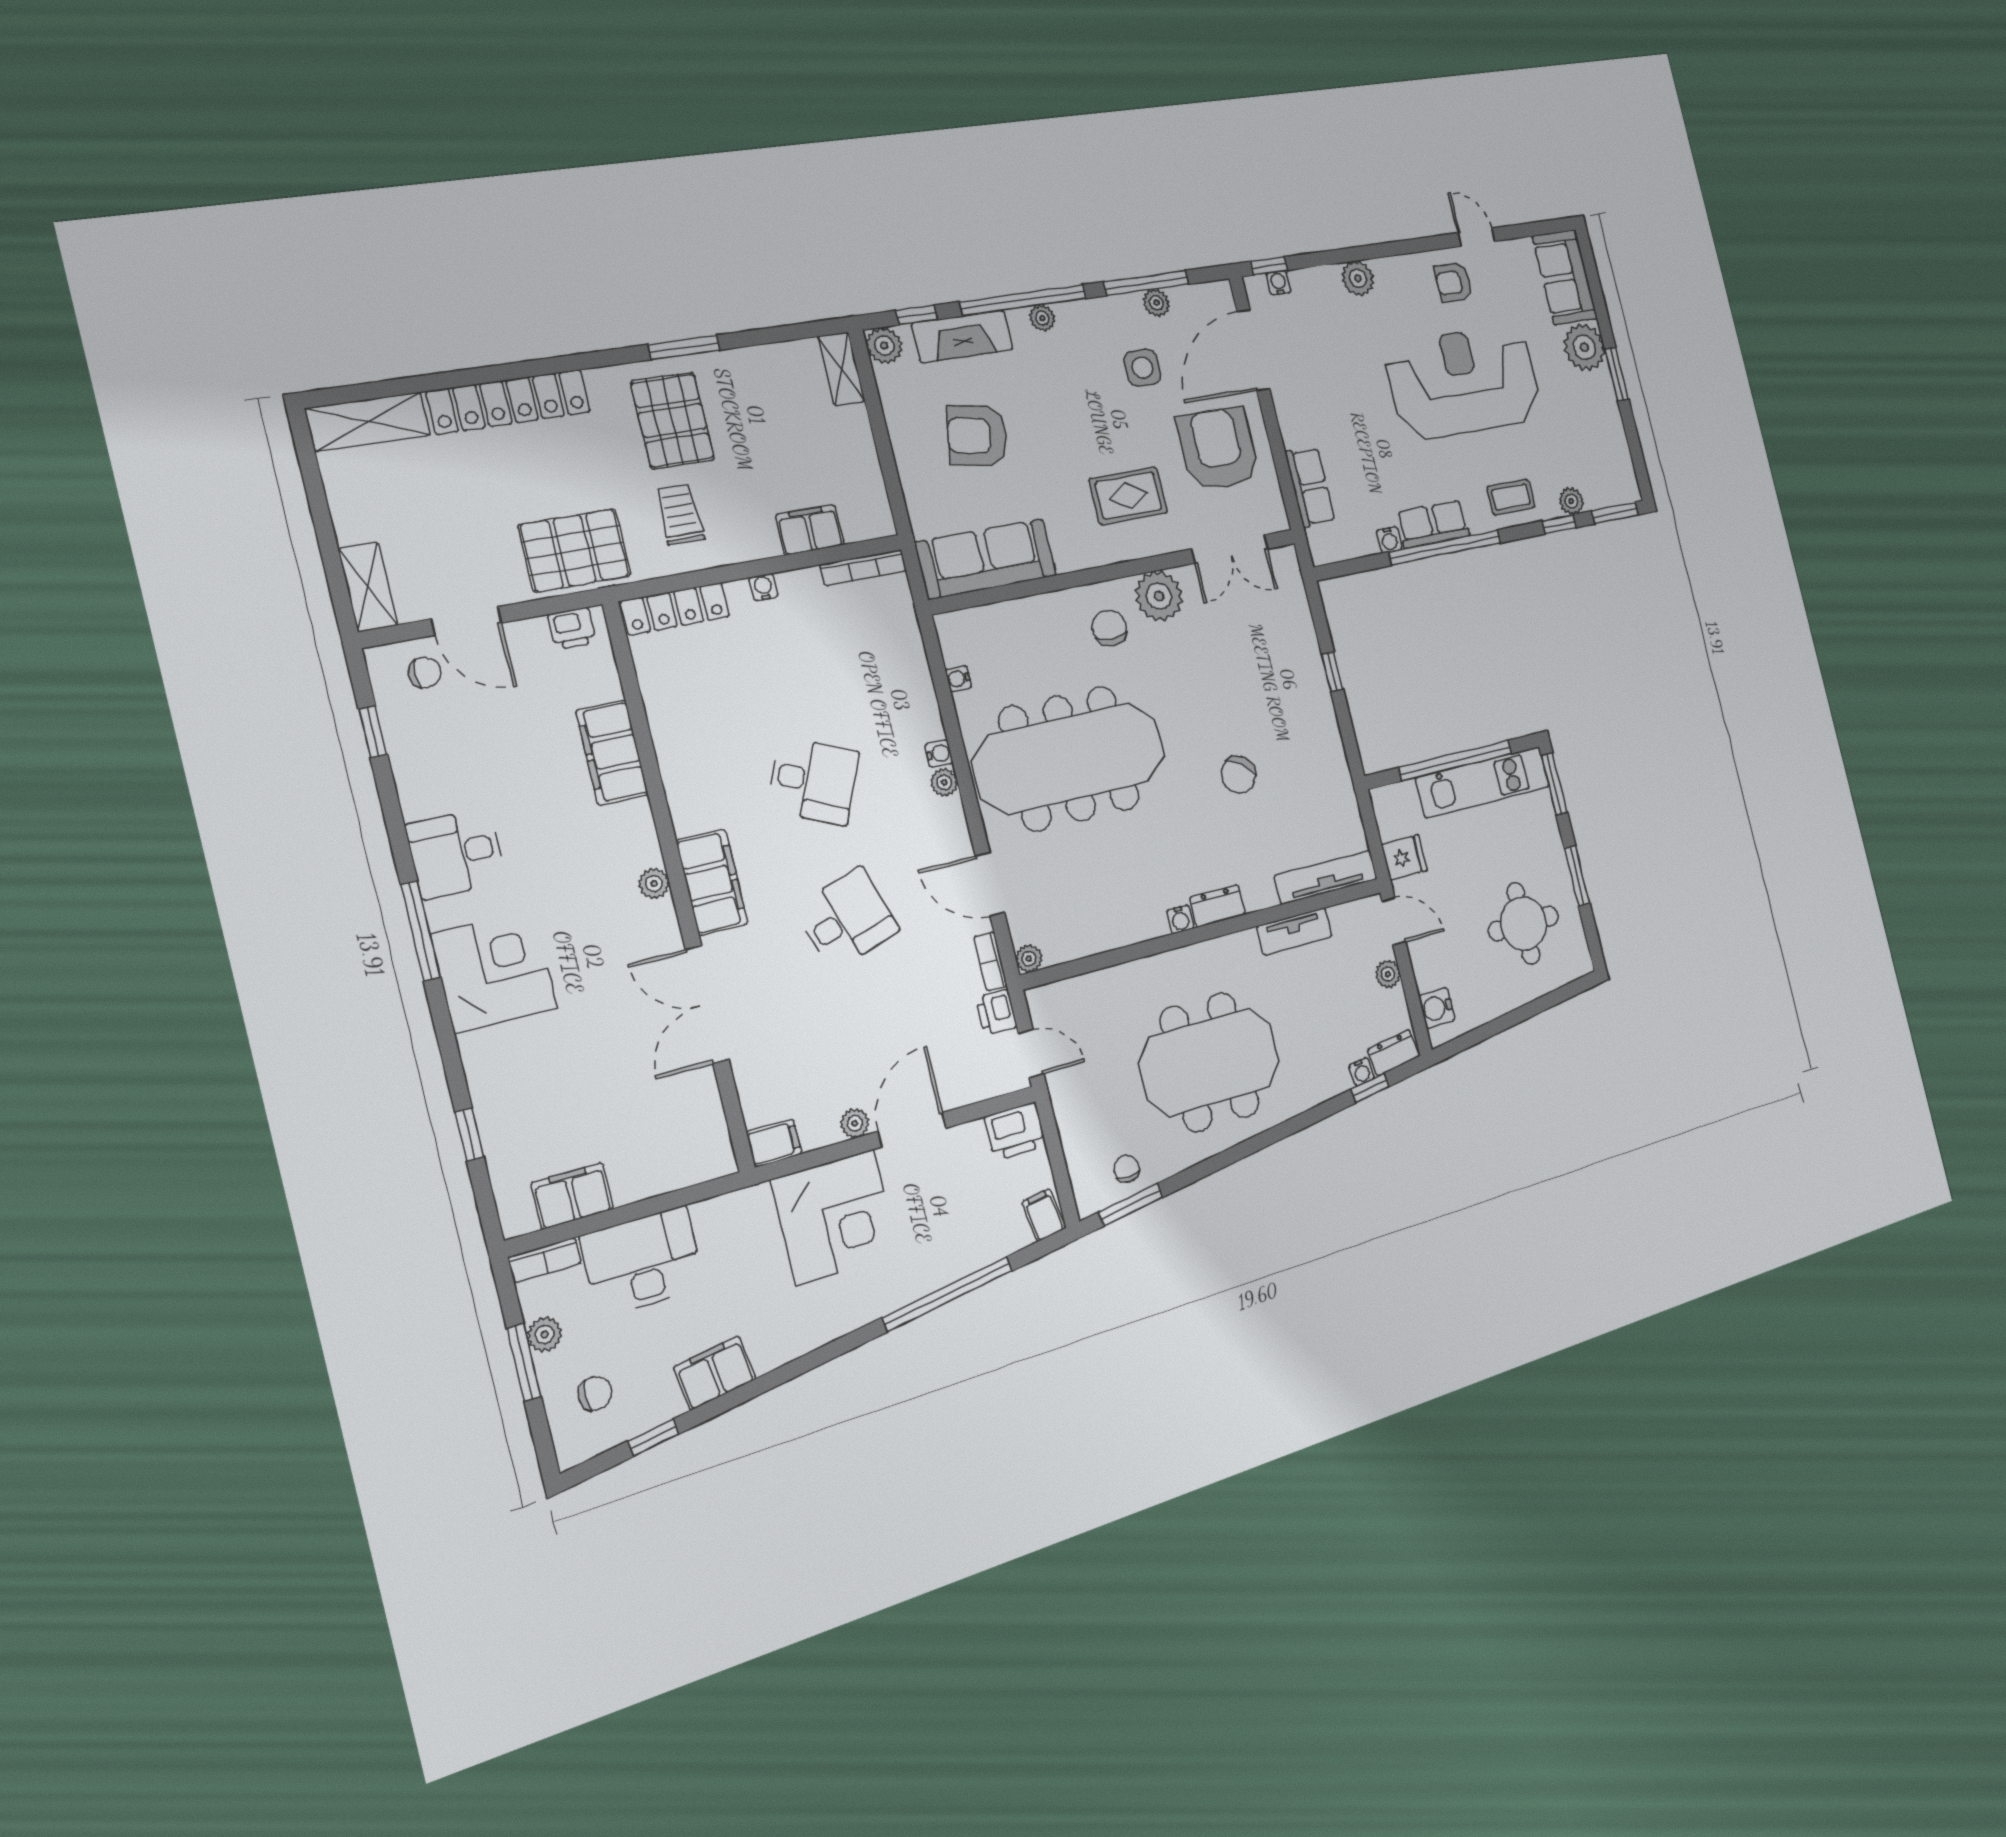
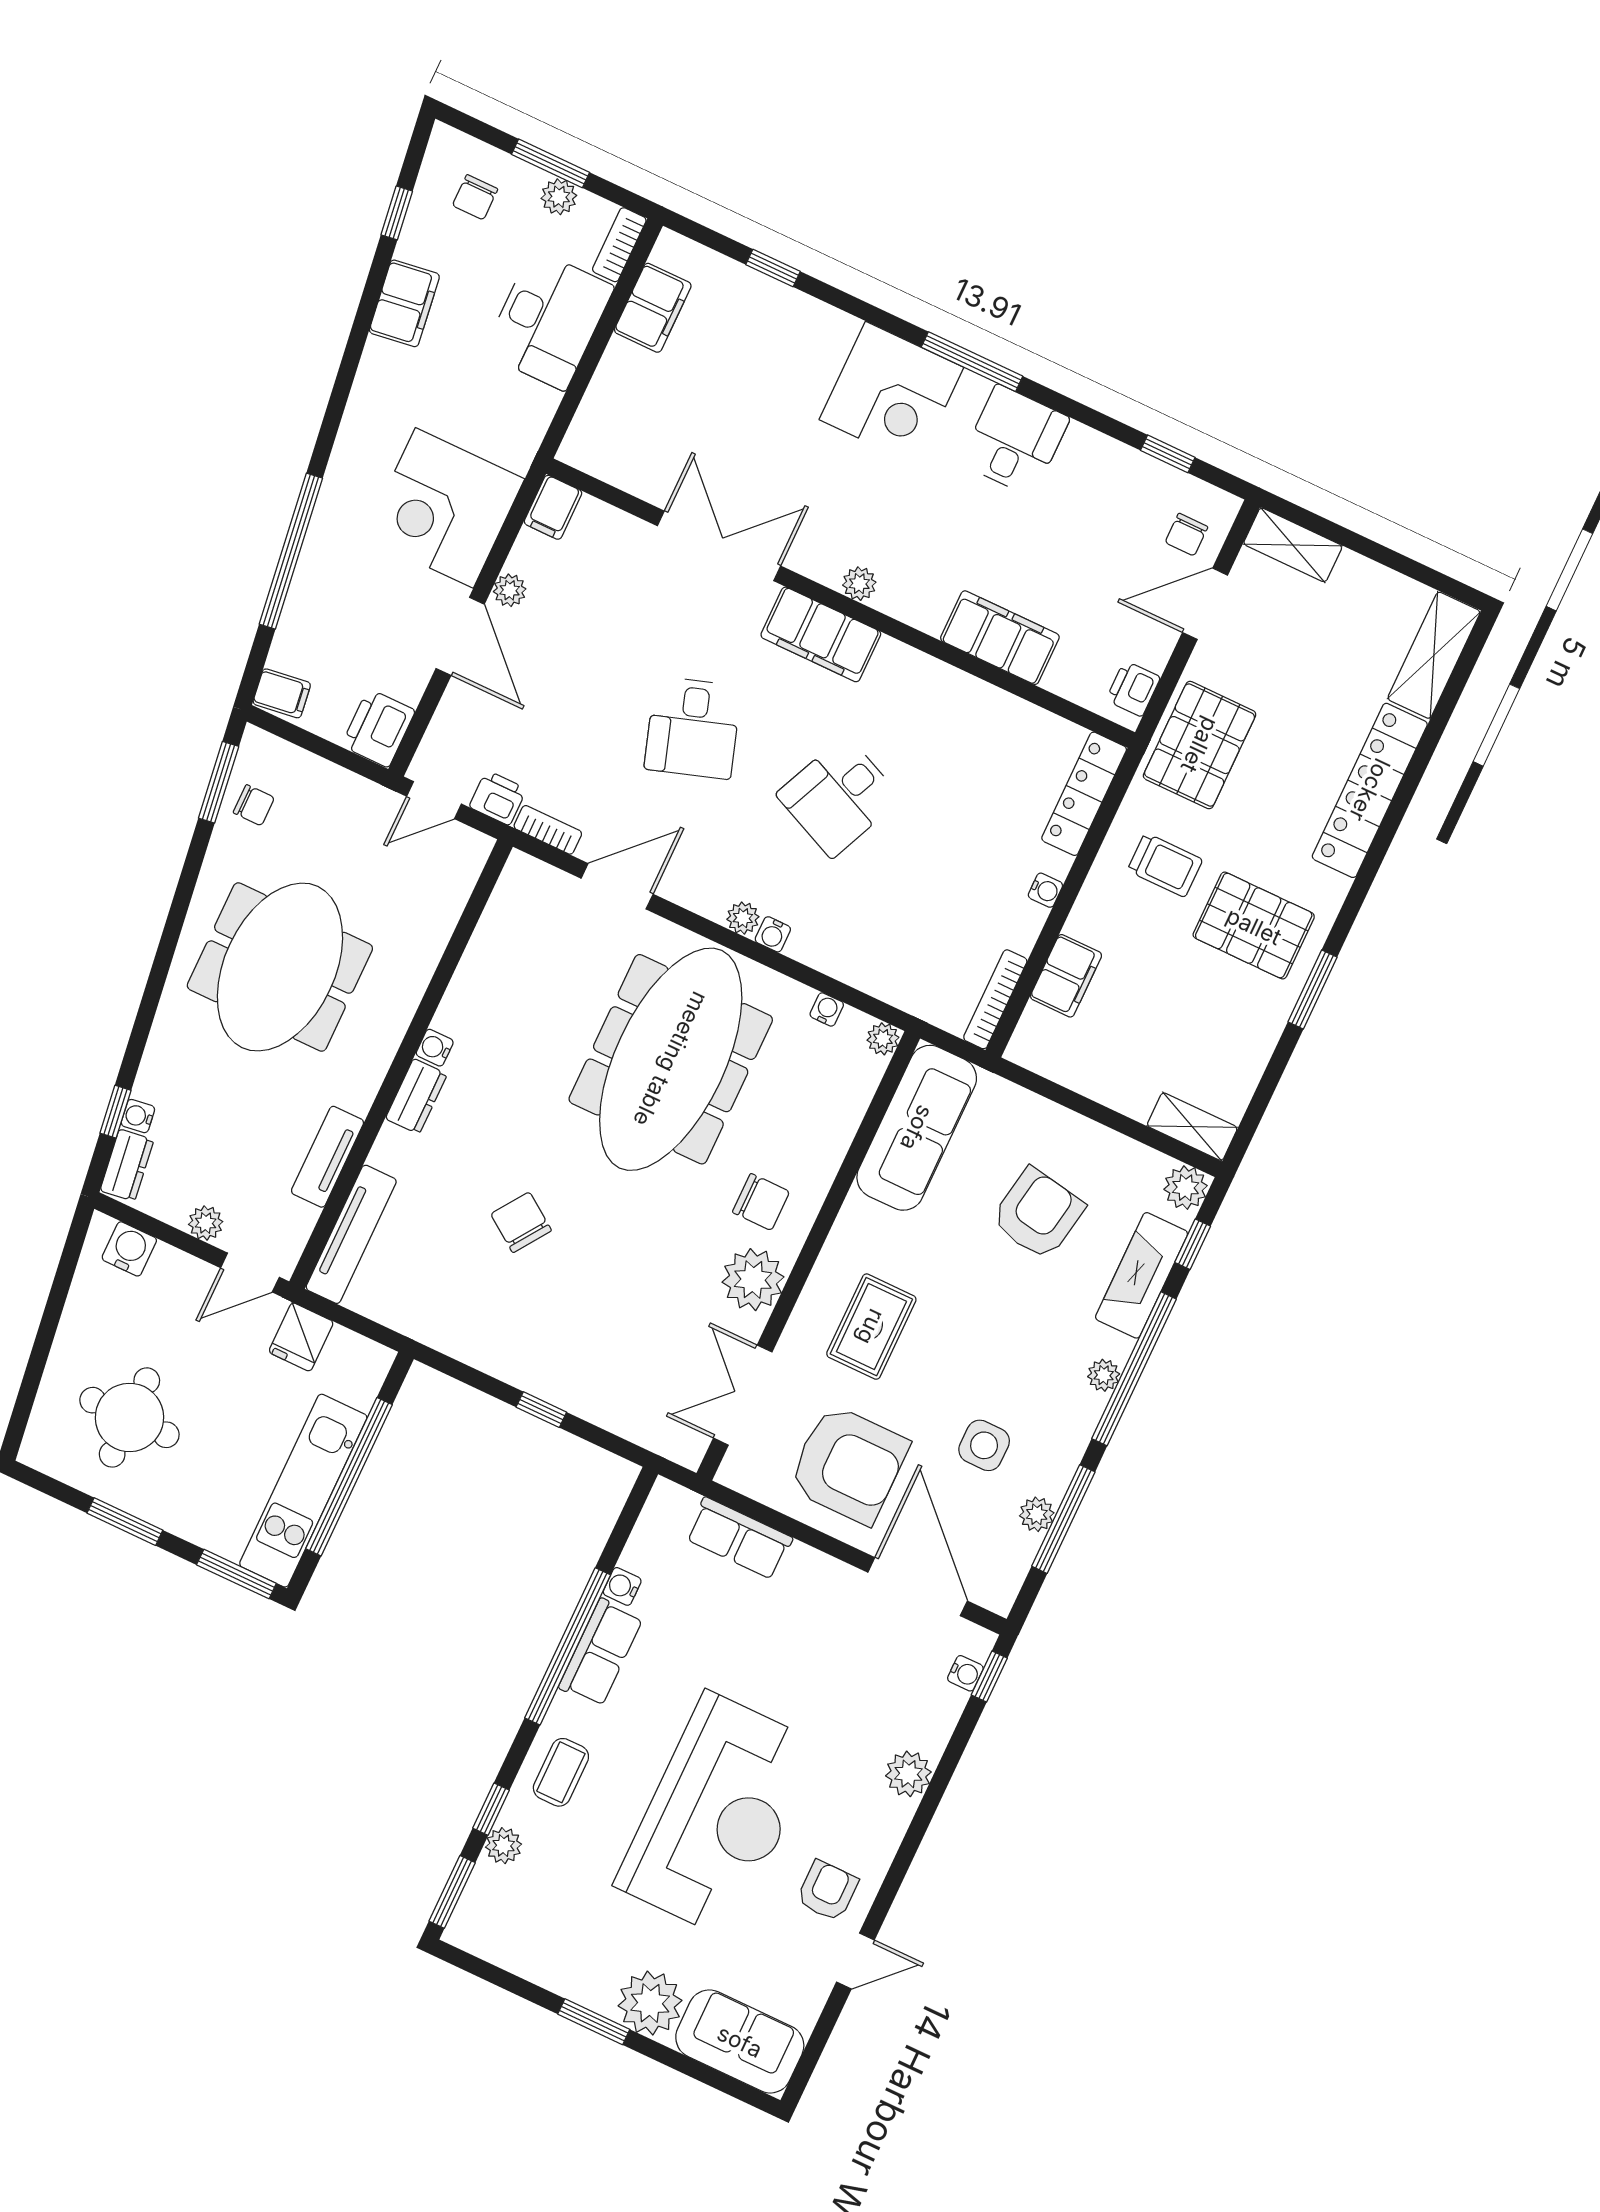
plant: (1029, 958) -> (883, 1039), moved

